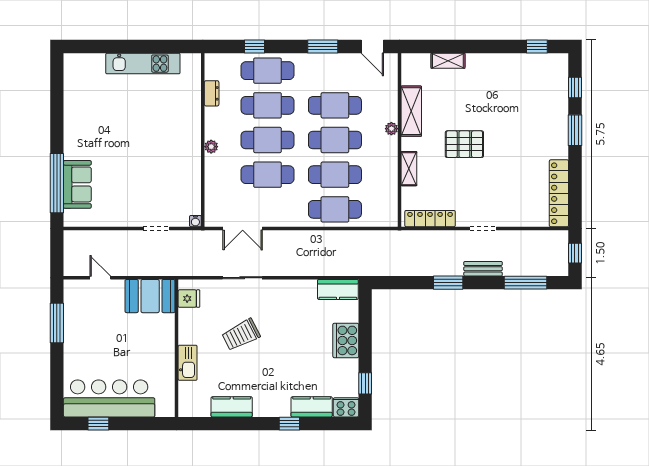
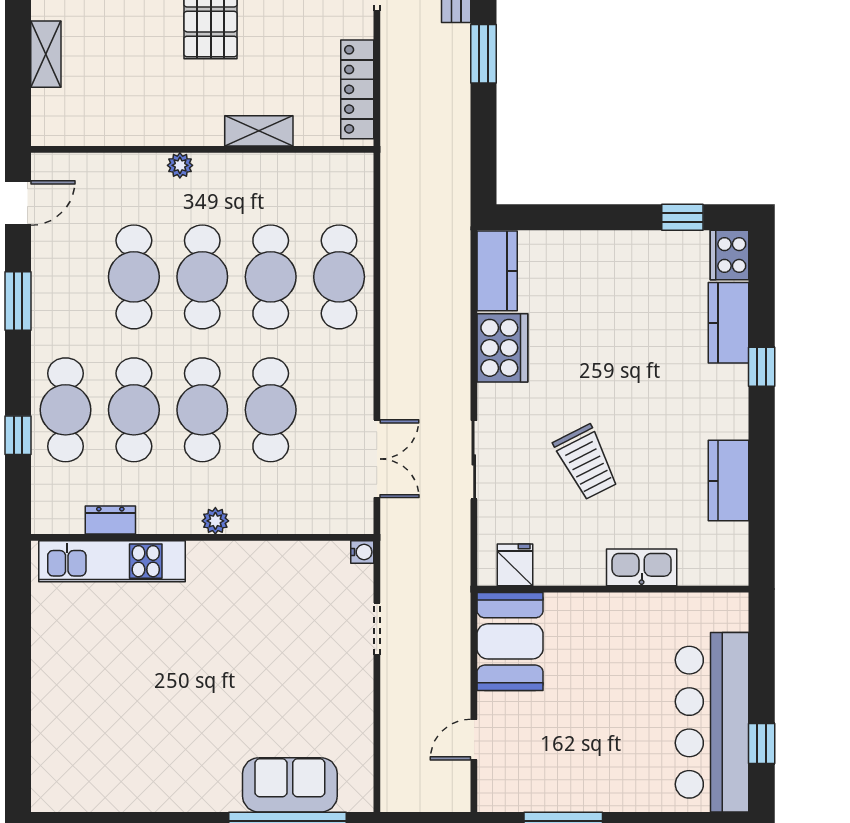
kitchen unit: (143, 64) -> (112, 561), moved, turned 90
shelving: (411, 111) -> (145, 126), removed
cooker: (346, 340) -> (502, 348), moved, turned -90

